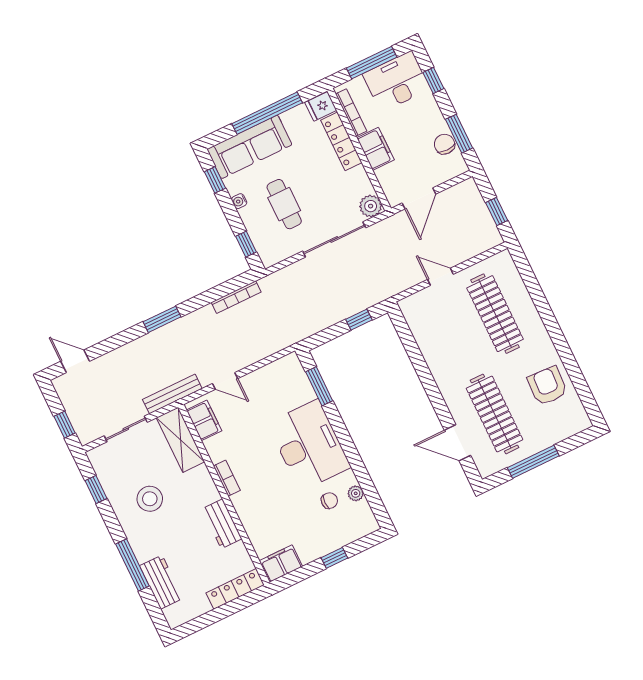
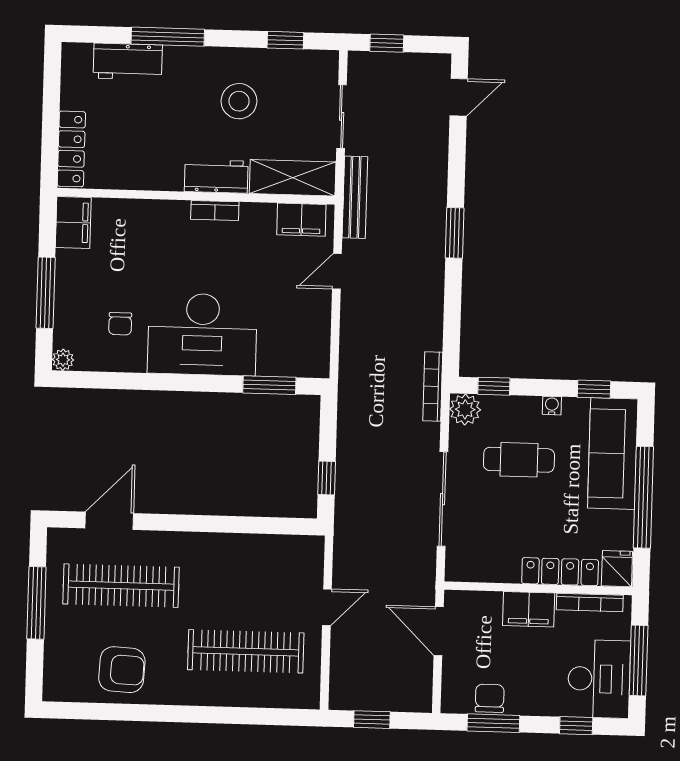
chair: (444, 144) -> (490, 698), turned -90
plant: (371, 206) -> (465, 409), moved
bookcase: (236, 297) -> (433, 386), moved
plant: (356, 493) -> (63, 360), moved
workbench: (222, 524) -> (216, 176), moved
window: (334, 558) -> (46, 293), width x2.17

